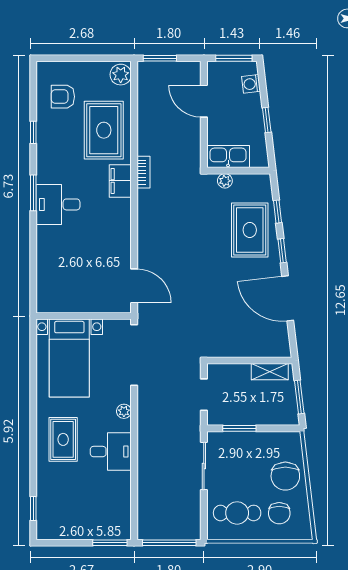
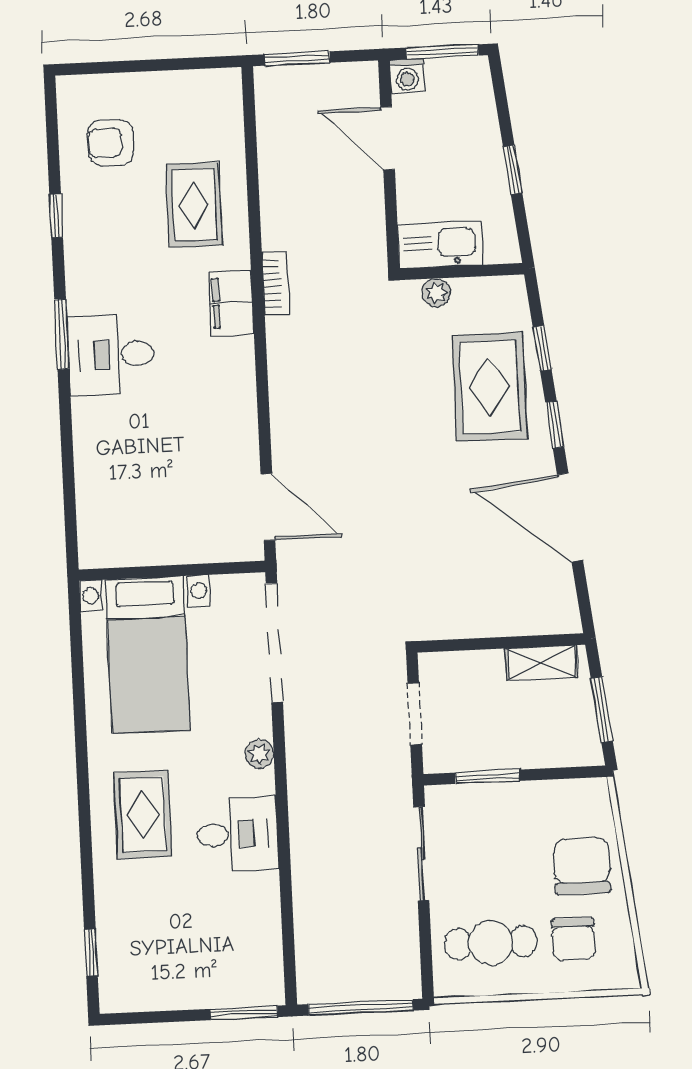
plant: (121, 75) -> (222, 94), removed
washing machine: (251, 84) -> (407, 76), moved, turned -83
rug: (104, 130) -> (194, 205), width x0.73, depth x0.70
chair: (285, 476) -> (582, 866), turned 180

